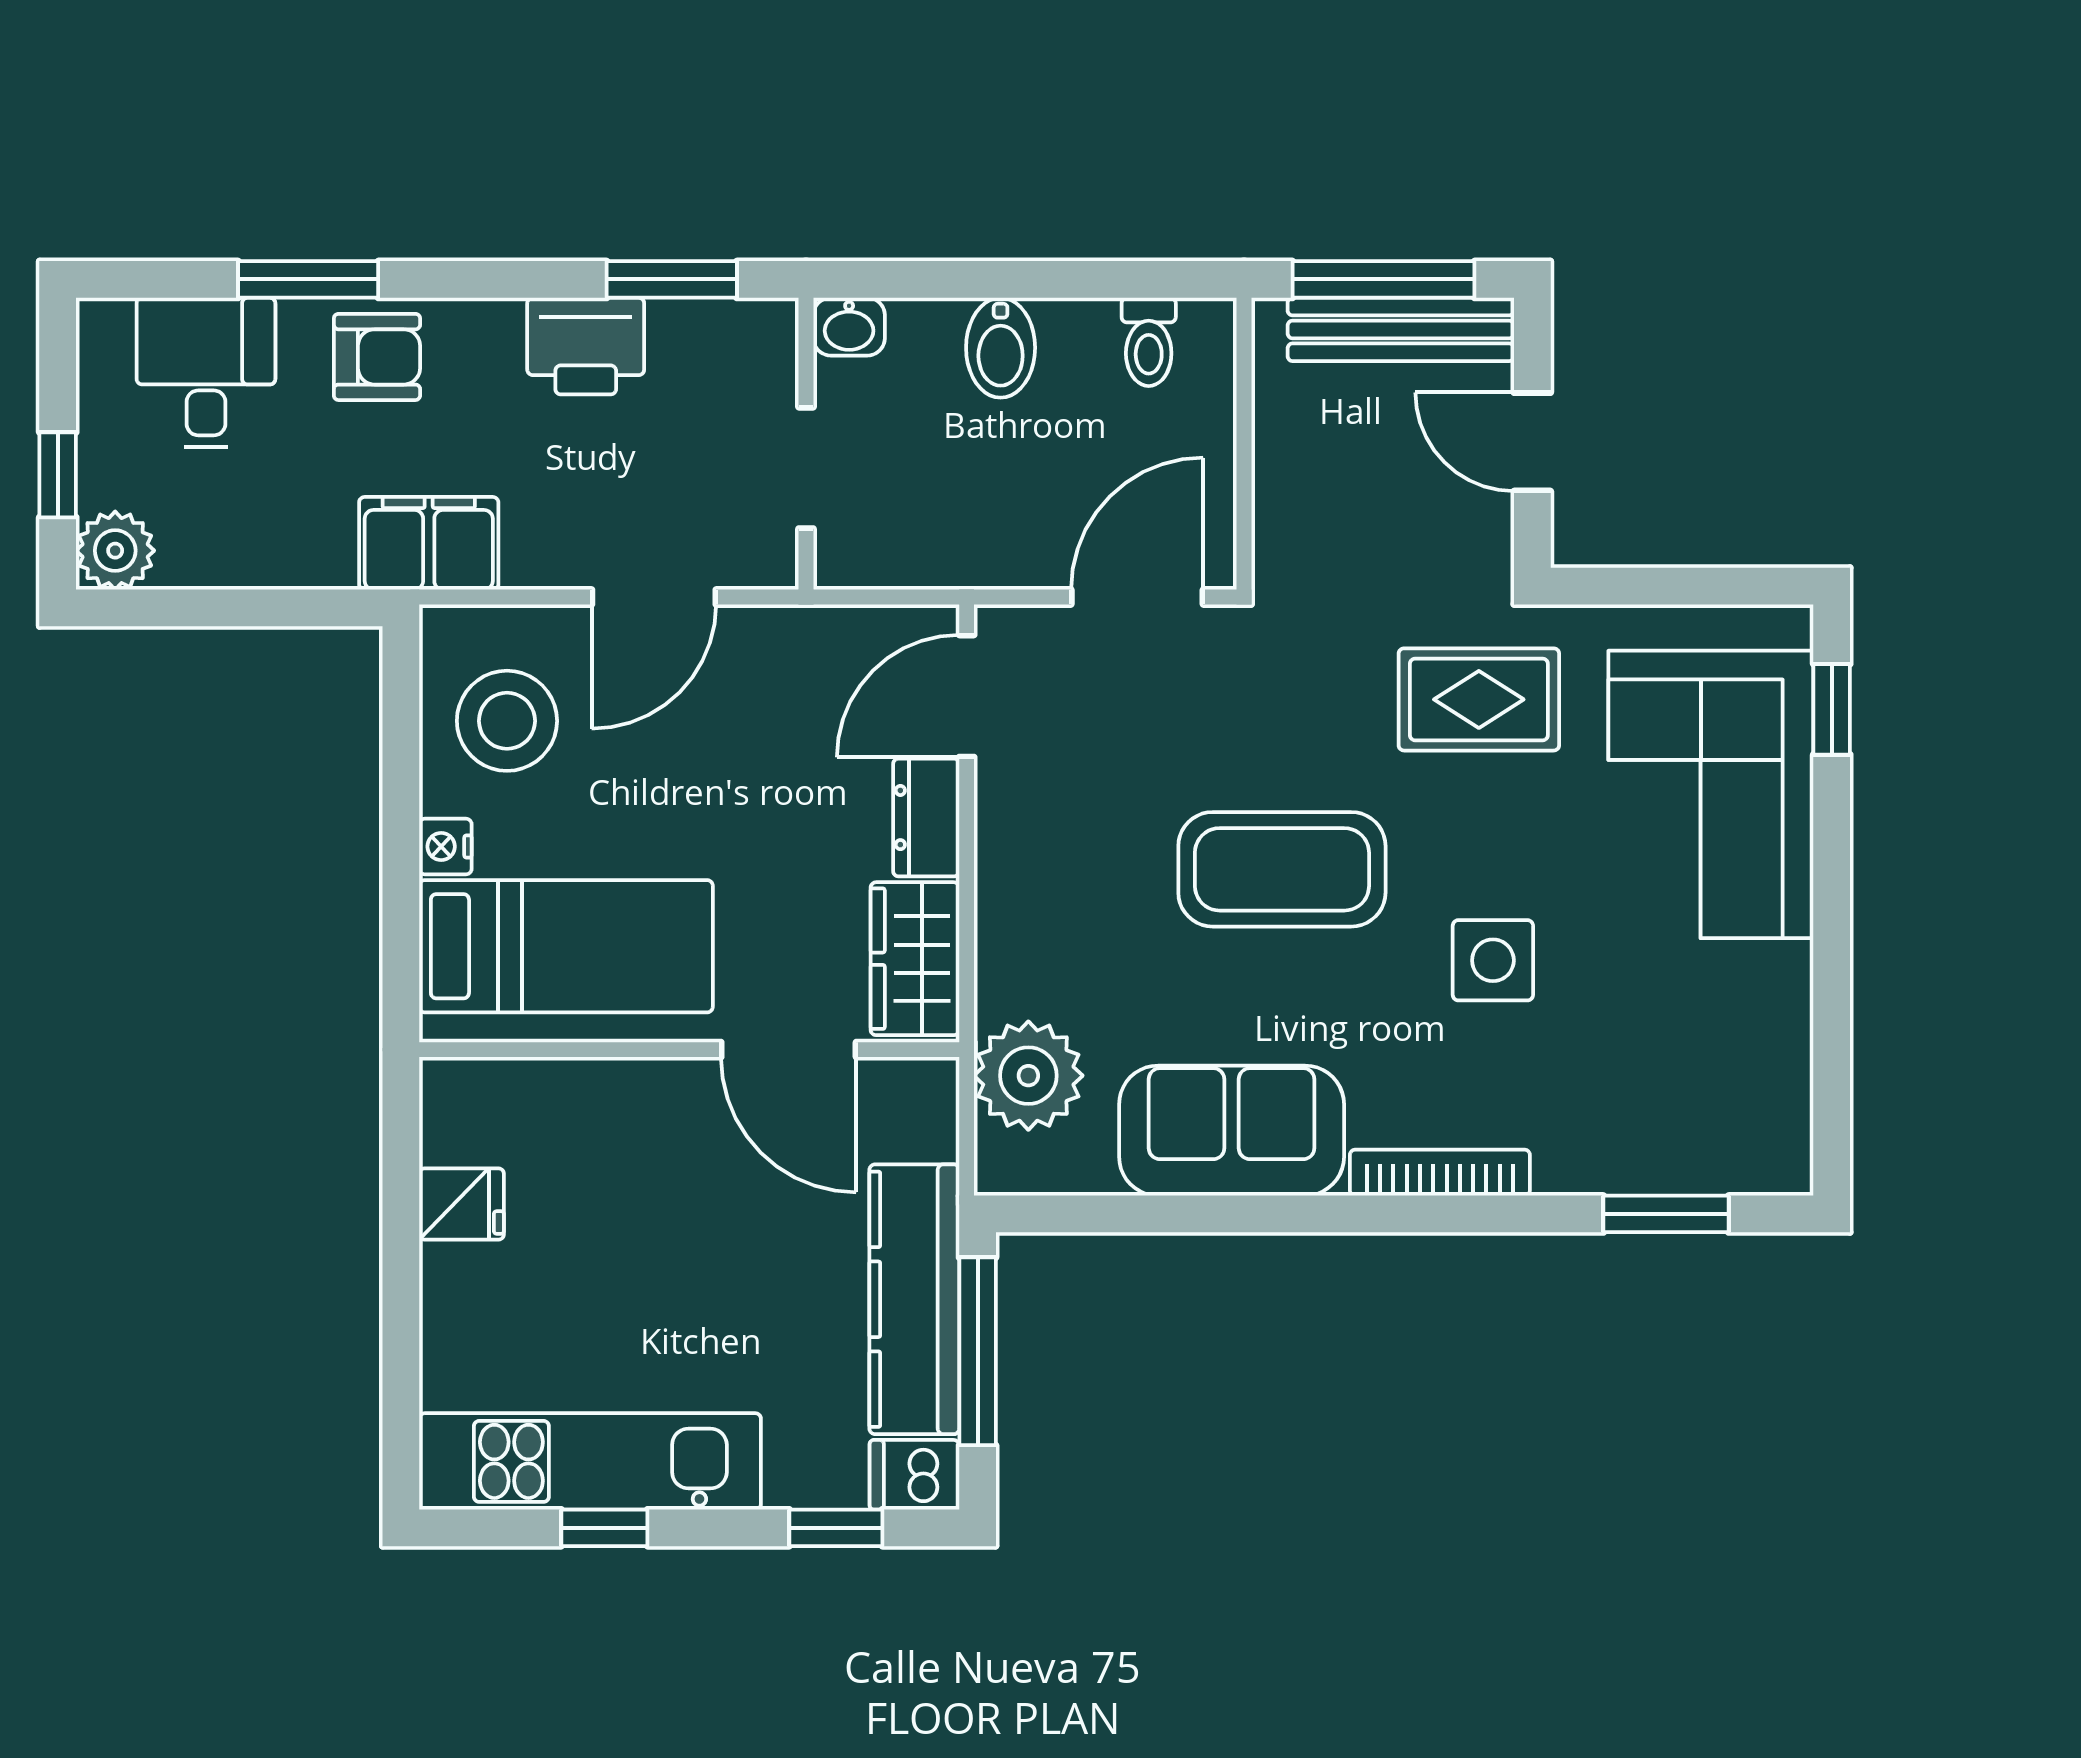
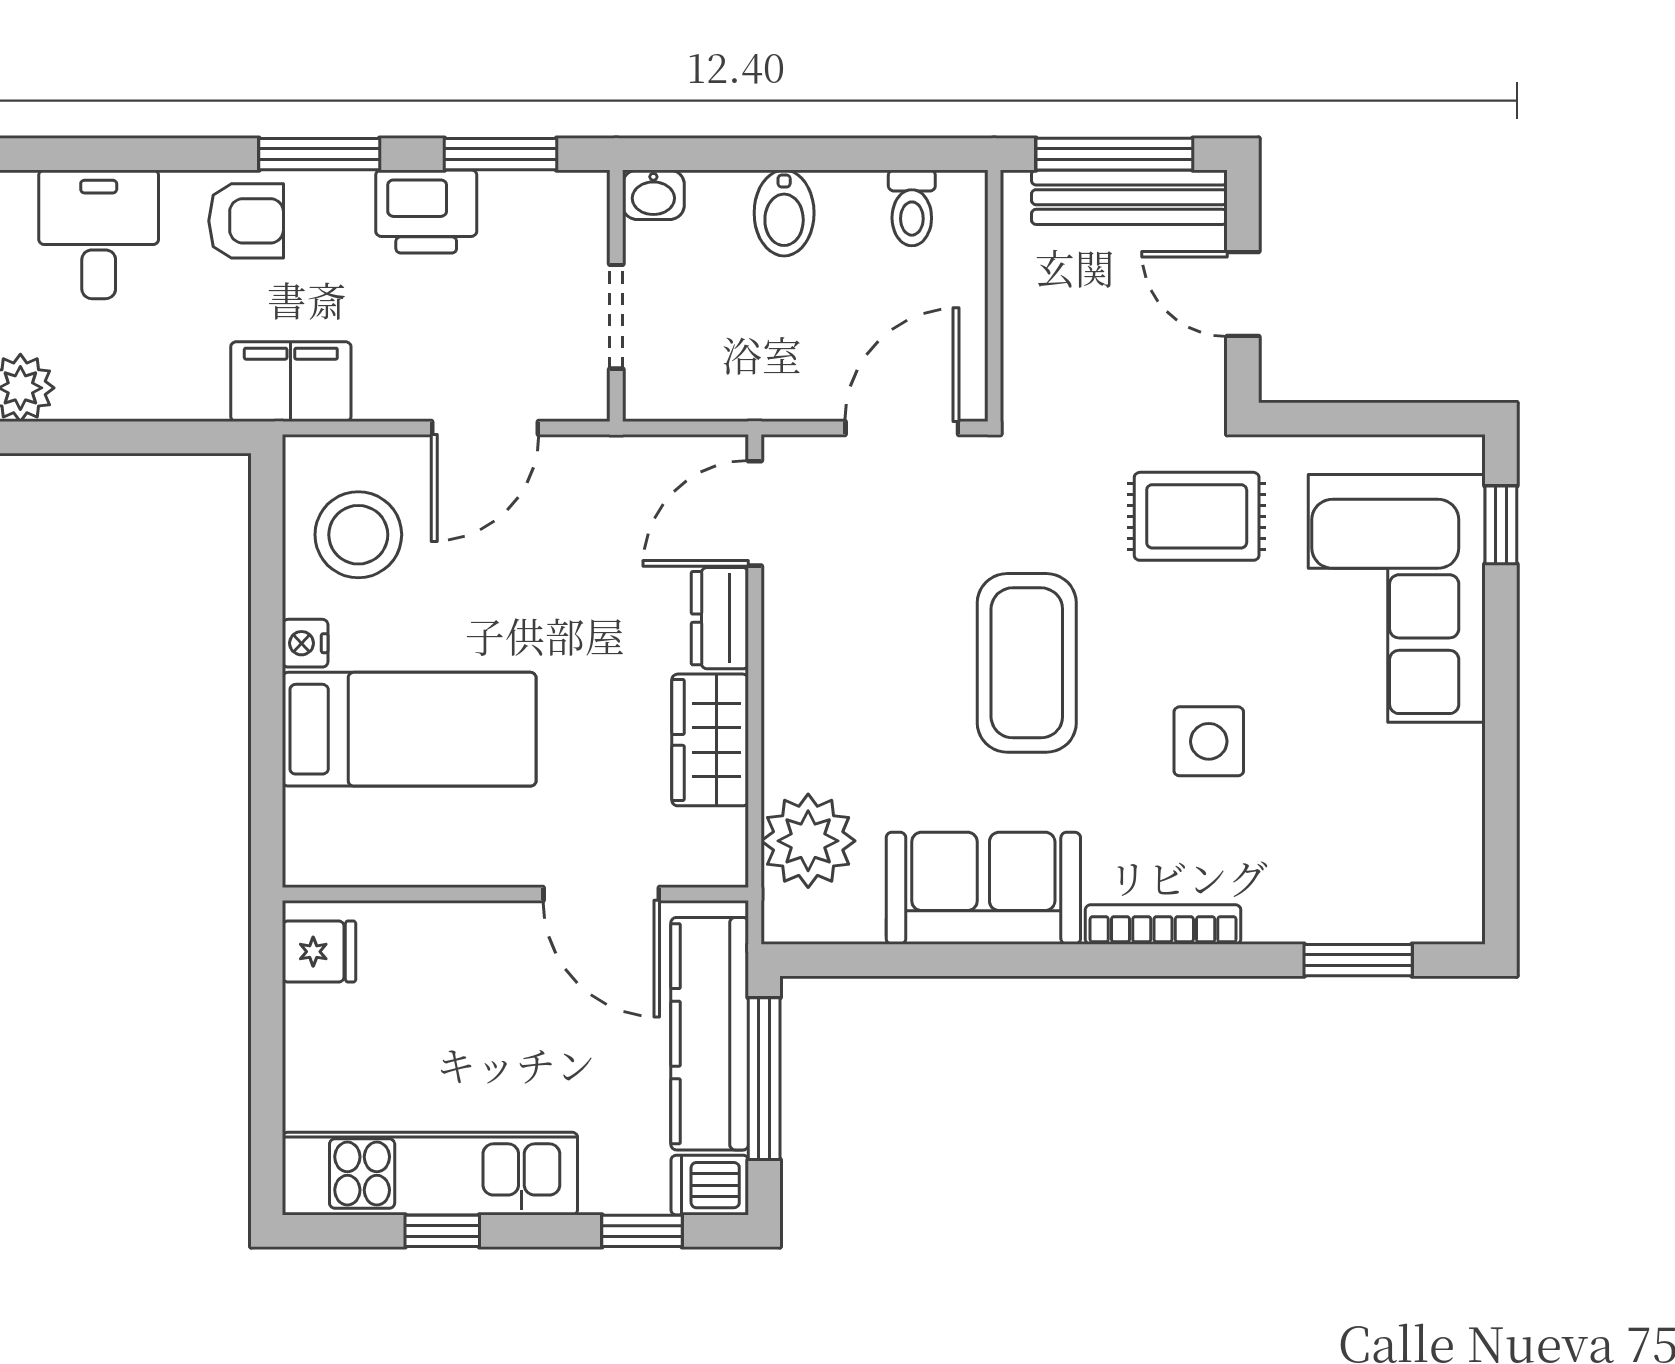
window: (308, 279) -> (319, 154), moved
coffee table: (1282, 869) -> (1027, 663), turned 90
wall: (689, 1050) -> (515, 894), moved
door: (789, 1050) -> (601, 894), moved

